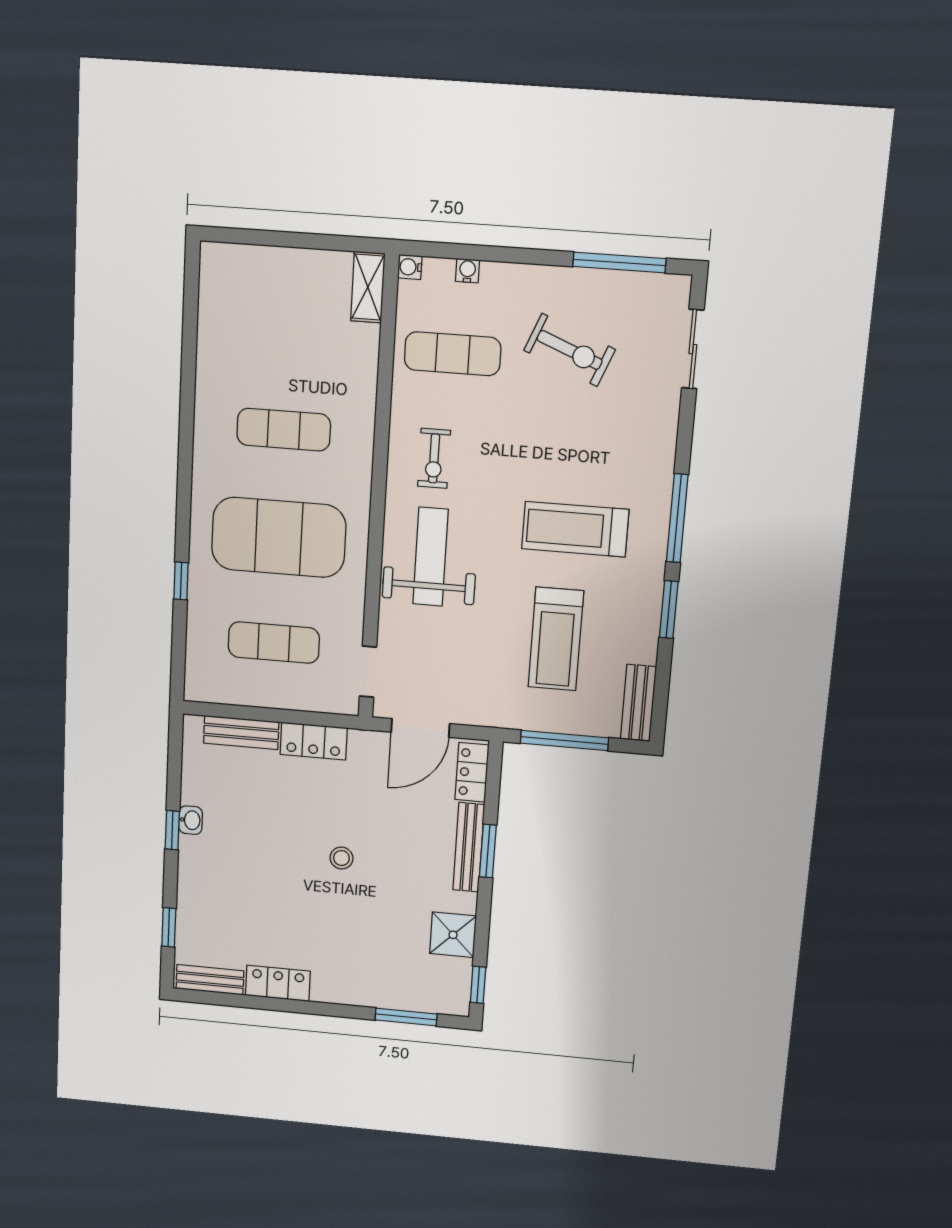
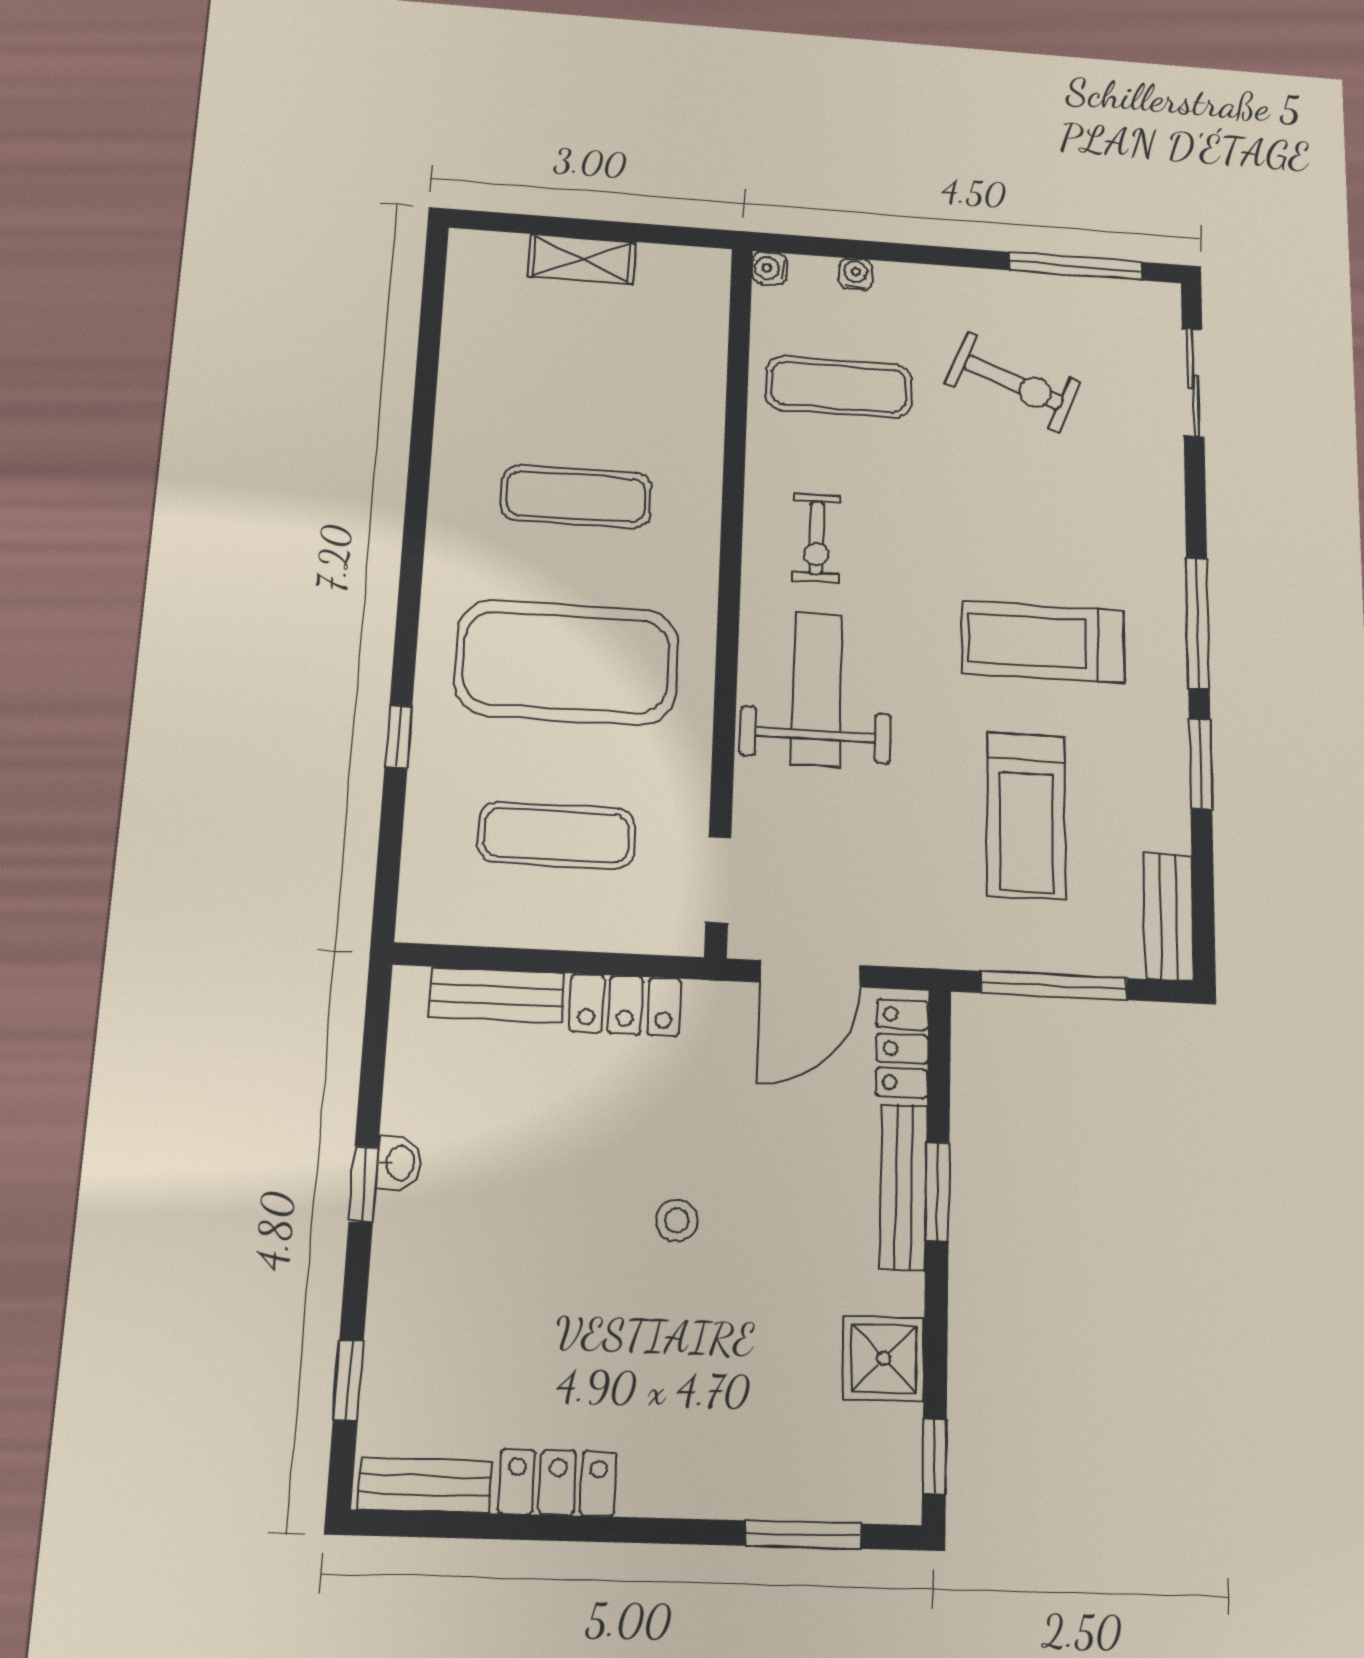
shelving: (368, 287) -> (582, 259), moved, turned 90

